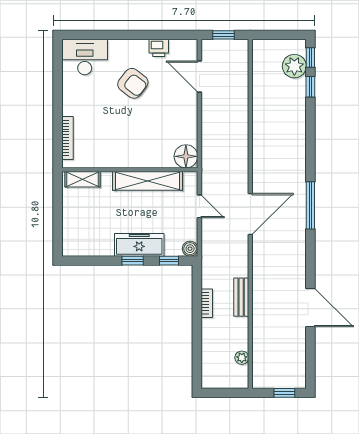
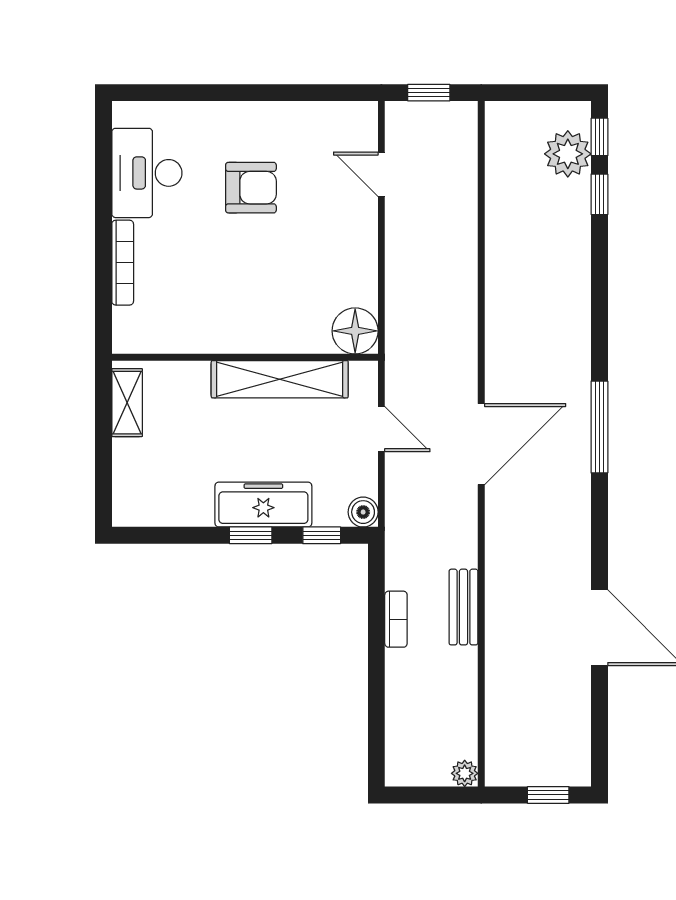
printer: (159, 48) -> (302, 118), removed
desk: (85, 57) -> (147, 173), moved, turned -90
door: (199, 77) -> (381, 174), width x0.73
armchair: (133, 83) -> (251, 188), turned -38
bookcase: (67, 138) -> (123, 263), moved
shelving: (83, 179) -> (127, 403), moved, turned 90
plant: (242, 358) -> (465, 773), moved

